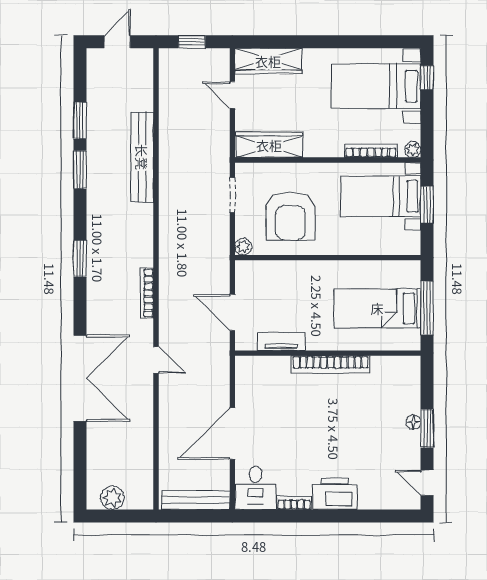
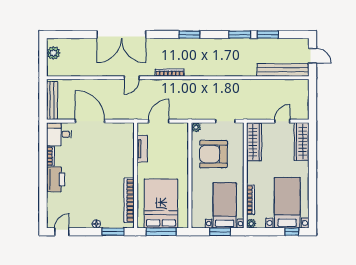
window: (192, 42) -> (312, 98), removed
bench: (142, 157) -> (283, 70), moved
bed: (377, 308) -> (161, 203), width x1.50
bookcase: (331, 364) -> (129, 200), moved
window: (427, 428) -> (113, 232), moved

